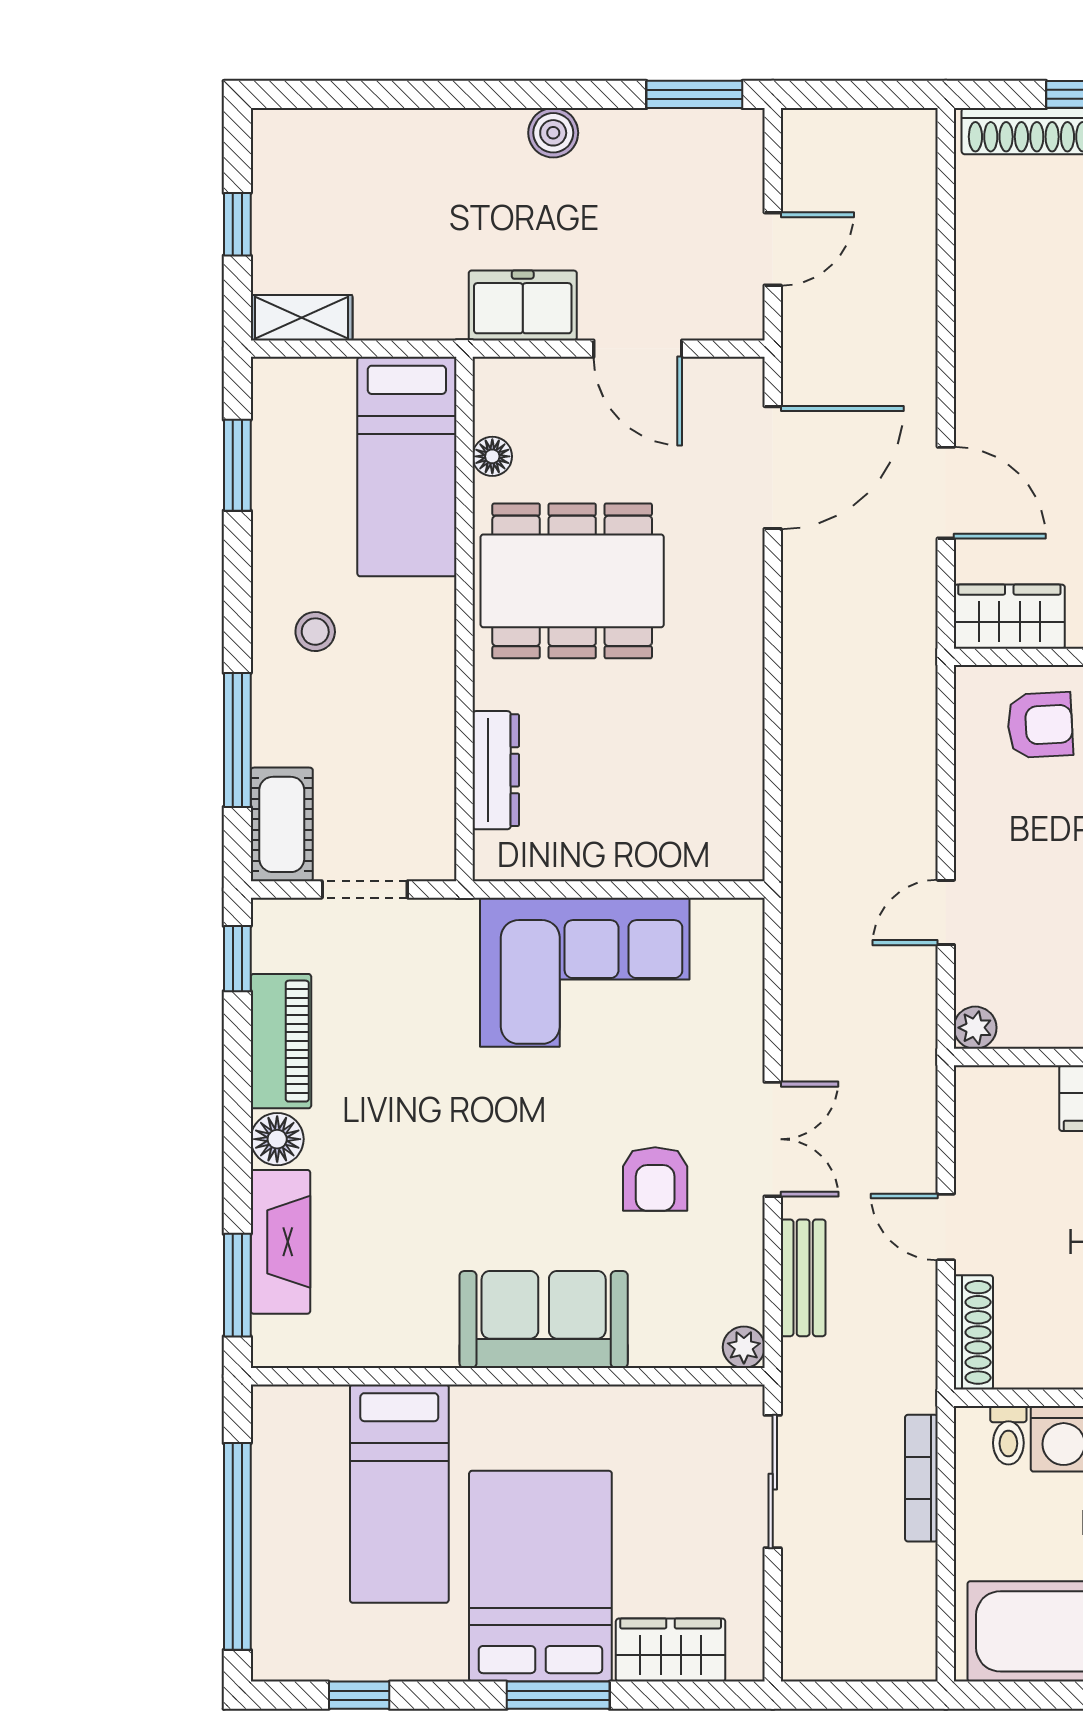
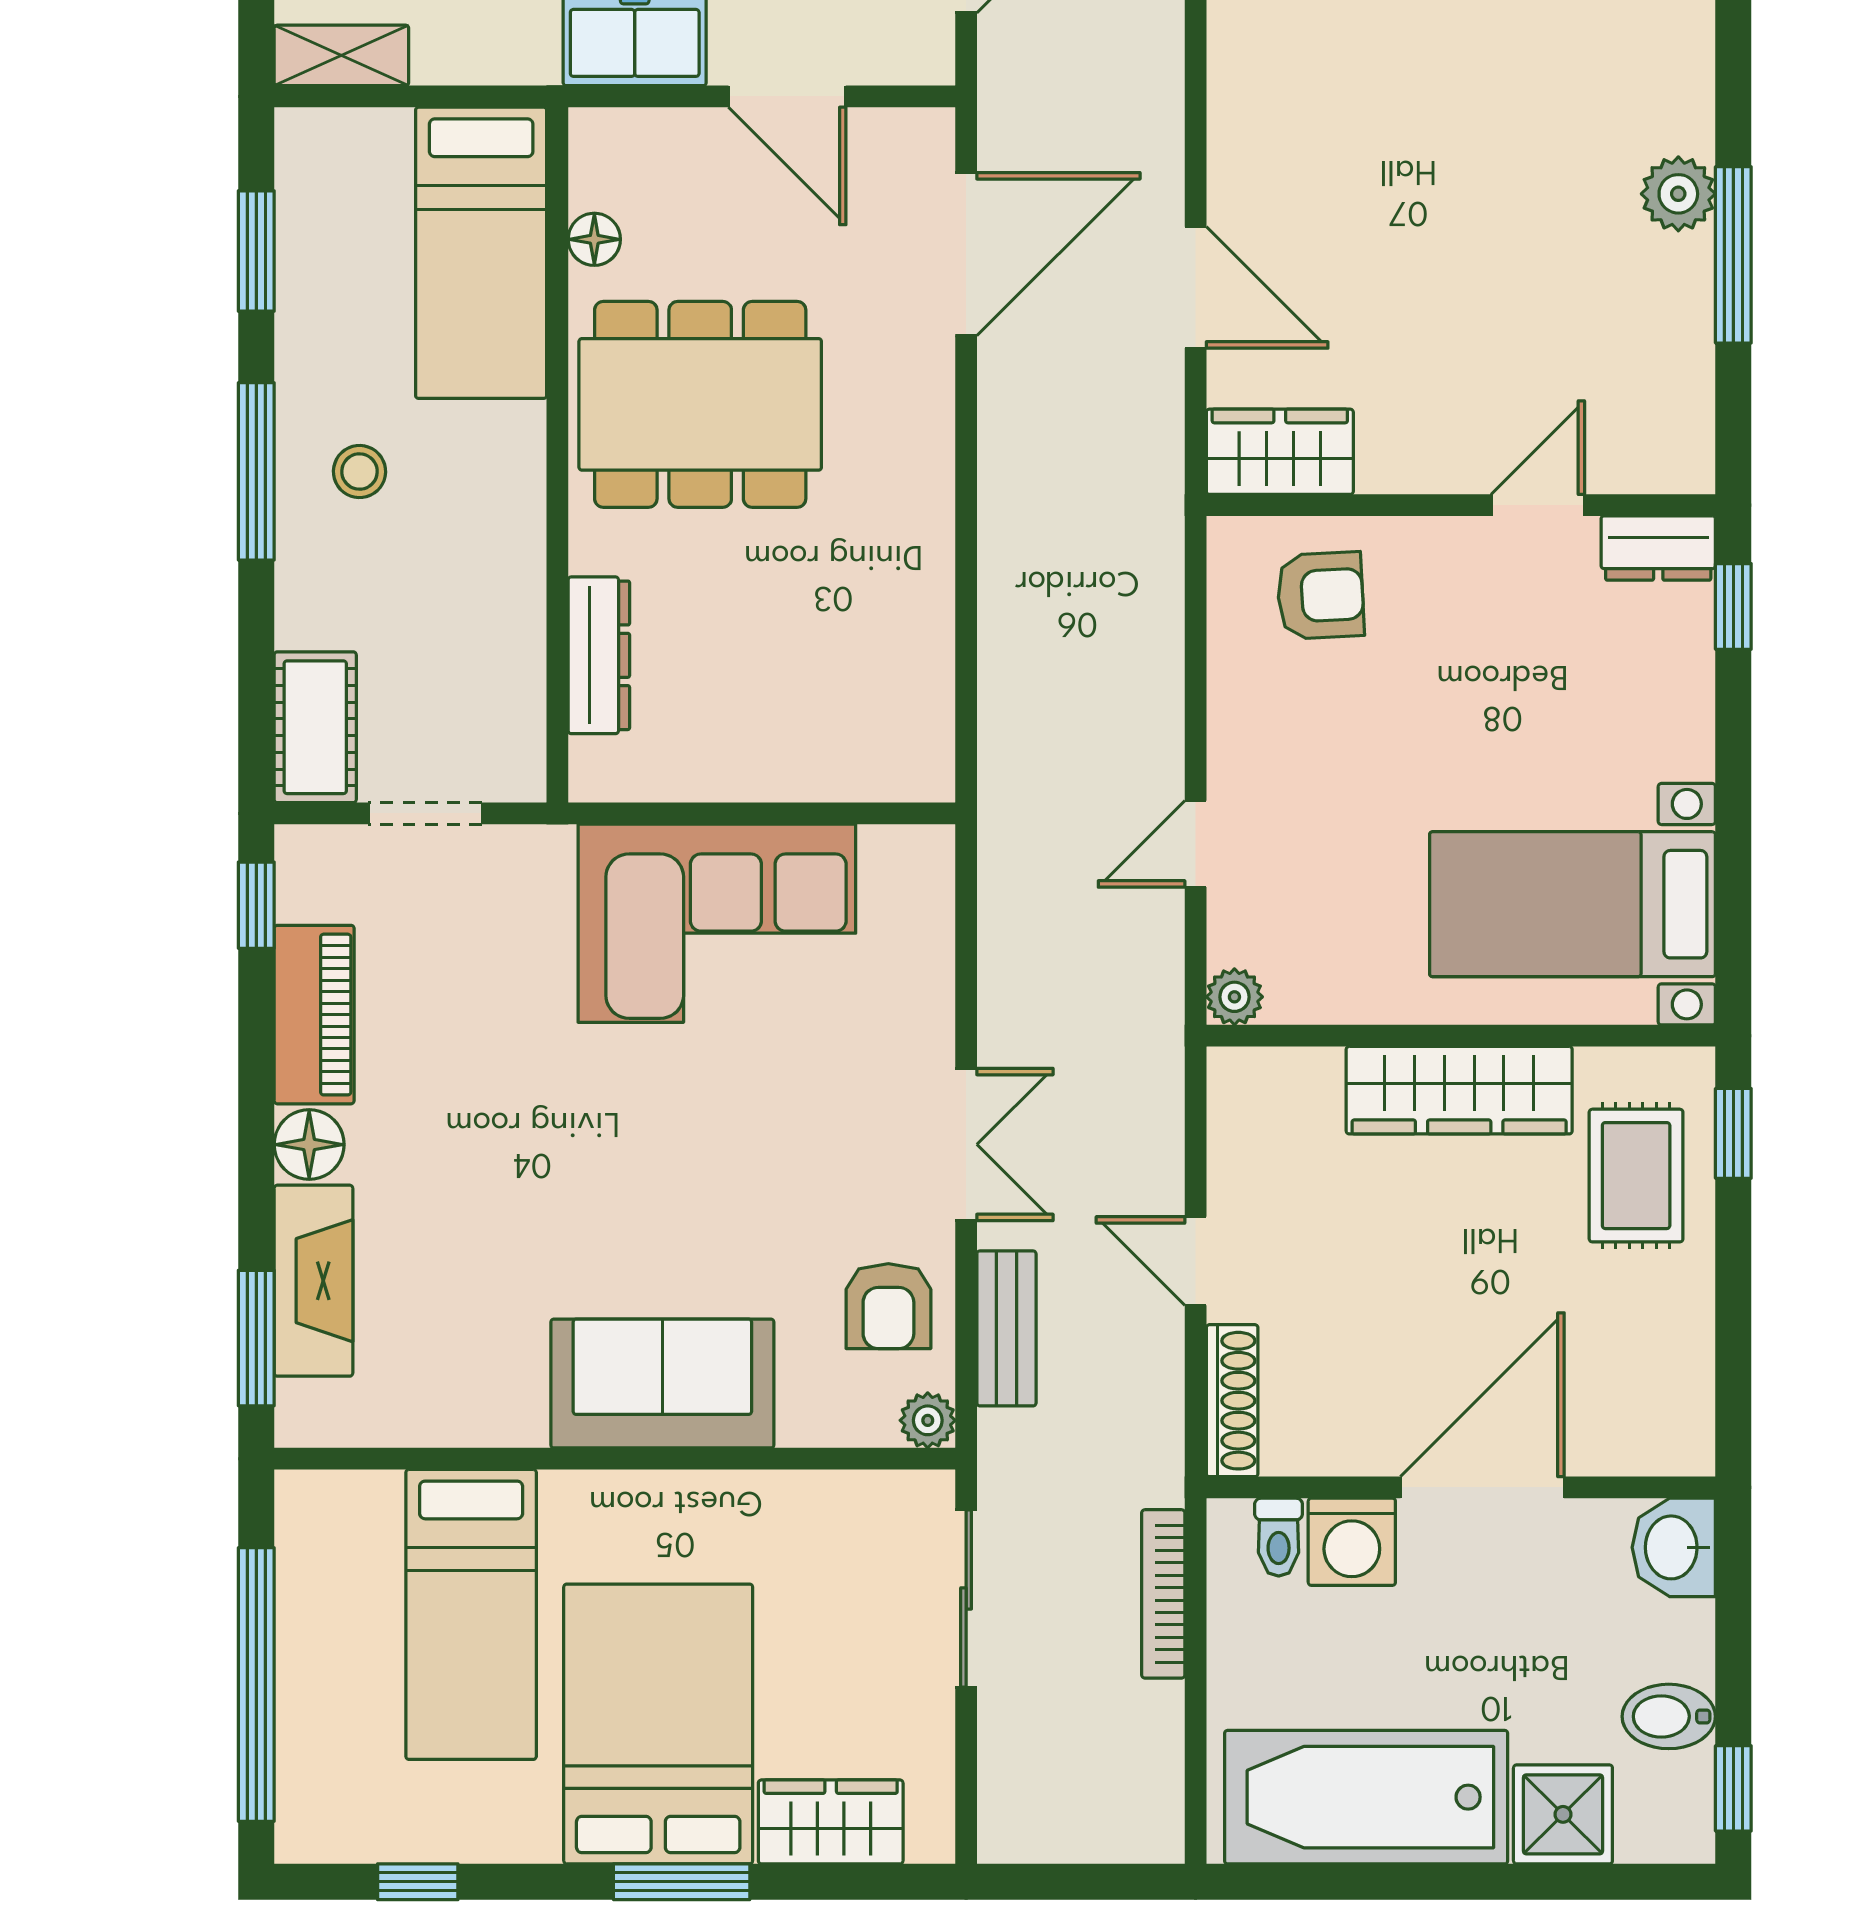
window: (237, 740) -> (256, 471), moved
armchair: (655, 1179) -> (888, 1306), moved

